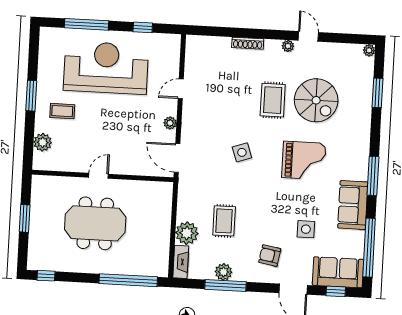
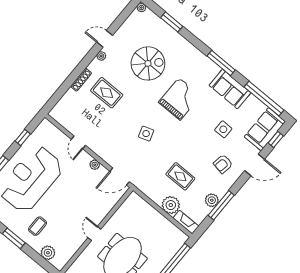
rug: (273, 100) -> (107, 93), moved

